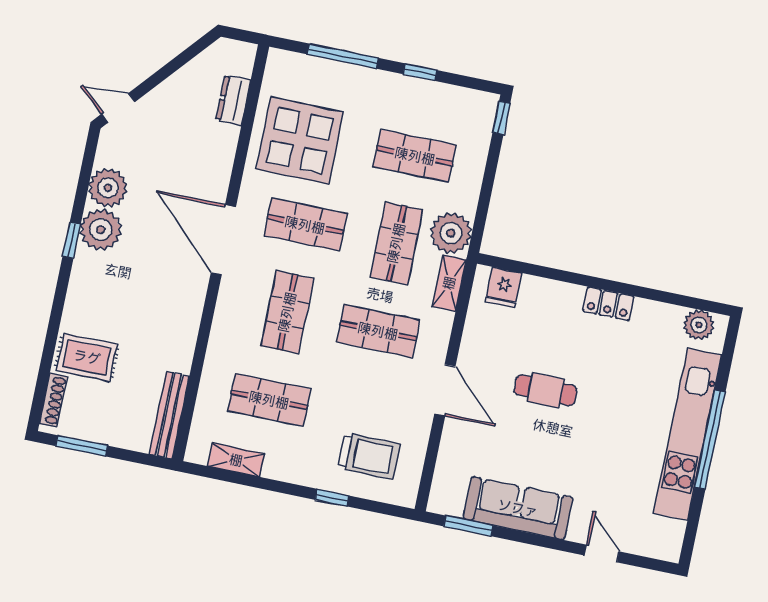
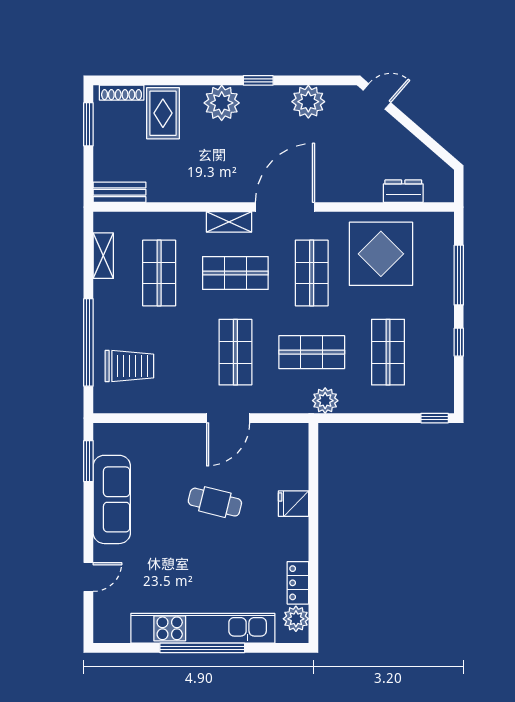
door: (118, 108) -> (377, 96), hinge flipped
plant: (101, 230) -> (222, 103), moved
plant: (451, 233) -> (325, 401), width x0.73, depth x0.73
shelving: (449, 283) -> (229, 222), moved
fridge: (504, 287) -> (294, 504), moved
locker: (608, 304) -> (298, 583), moved
door: (445, 390) -> (228, 418), moved
cafe table: (546, 390) -> (215, 502), turned -76
bench: (169, 415) -> (119, 192), width x0.73
trolley: (369, 456) -> (129, 366), turned -90
window: (332, 498) -> (88, 342), width x3.17

